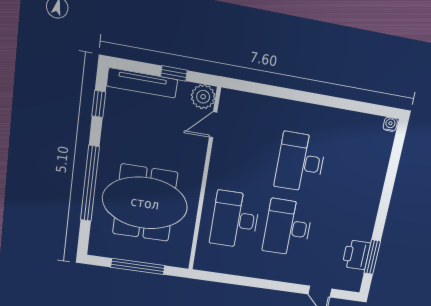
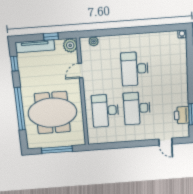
plant: (244, 100) -> (94, 41), added
door: (213, 125) -> (81, 71), moved

